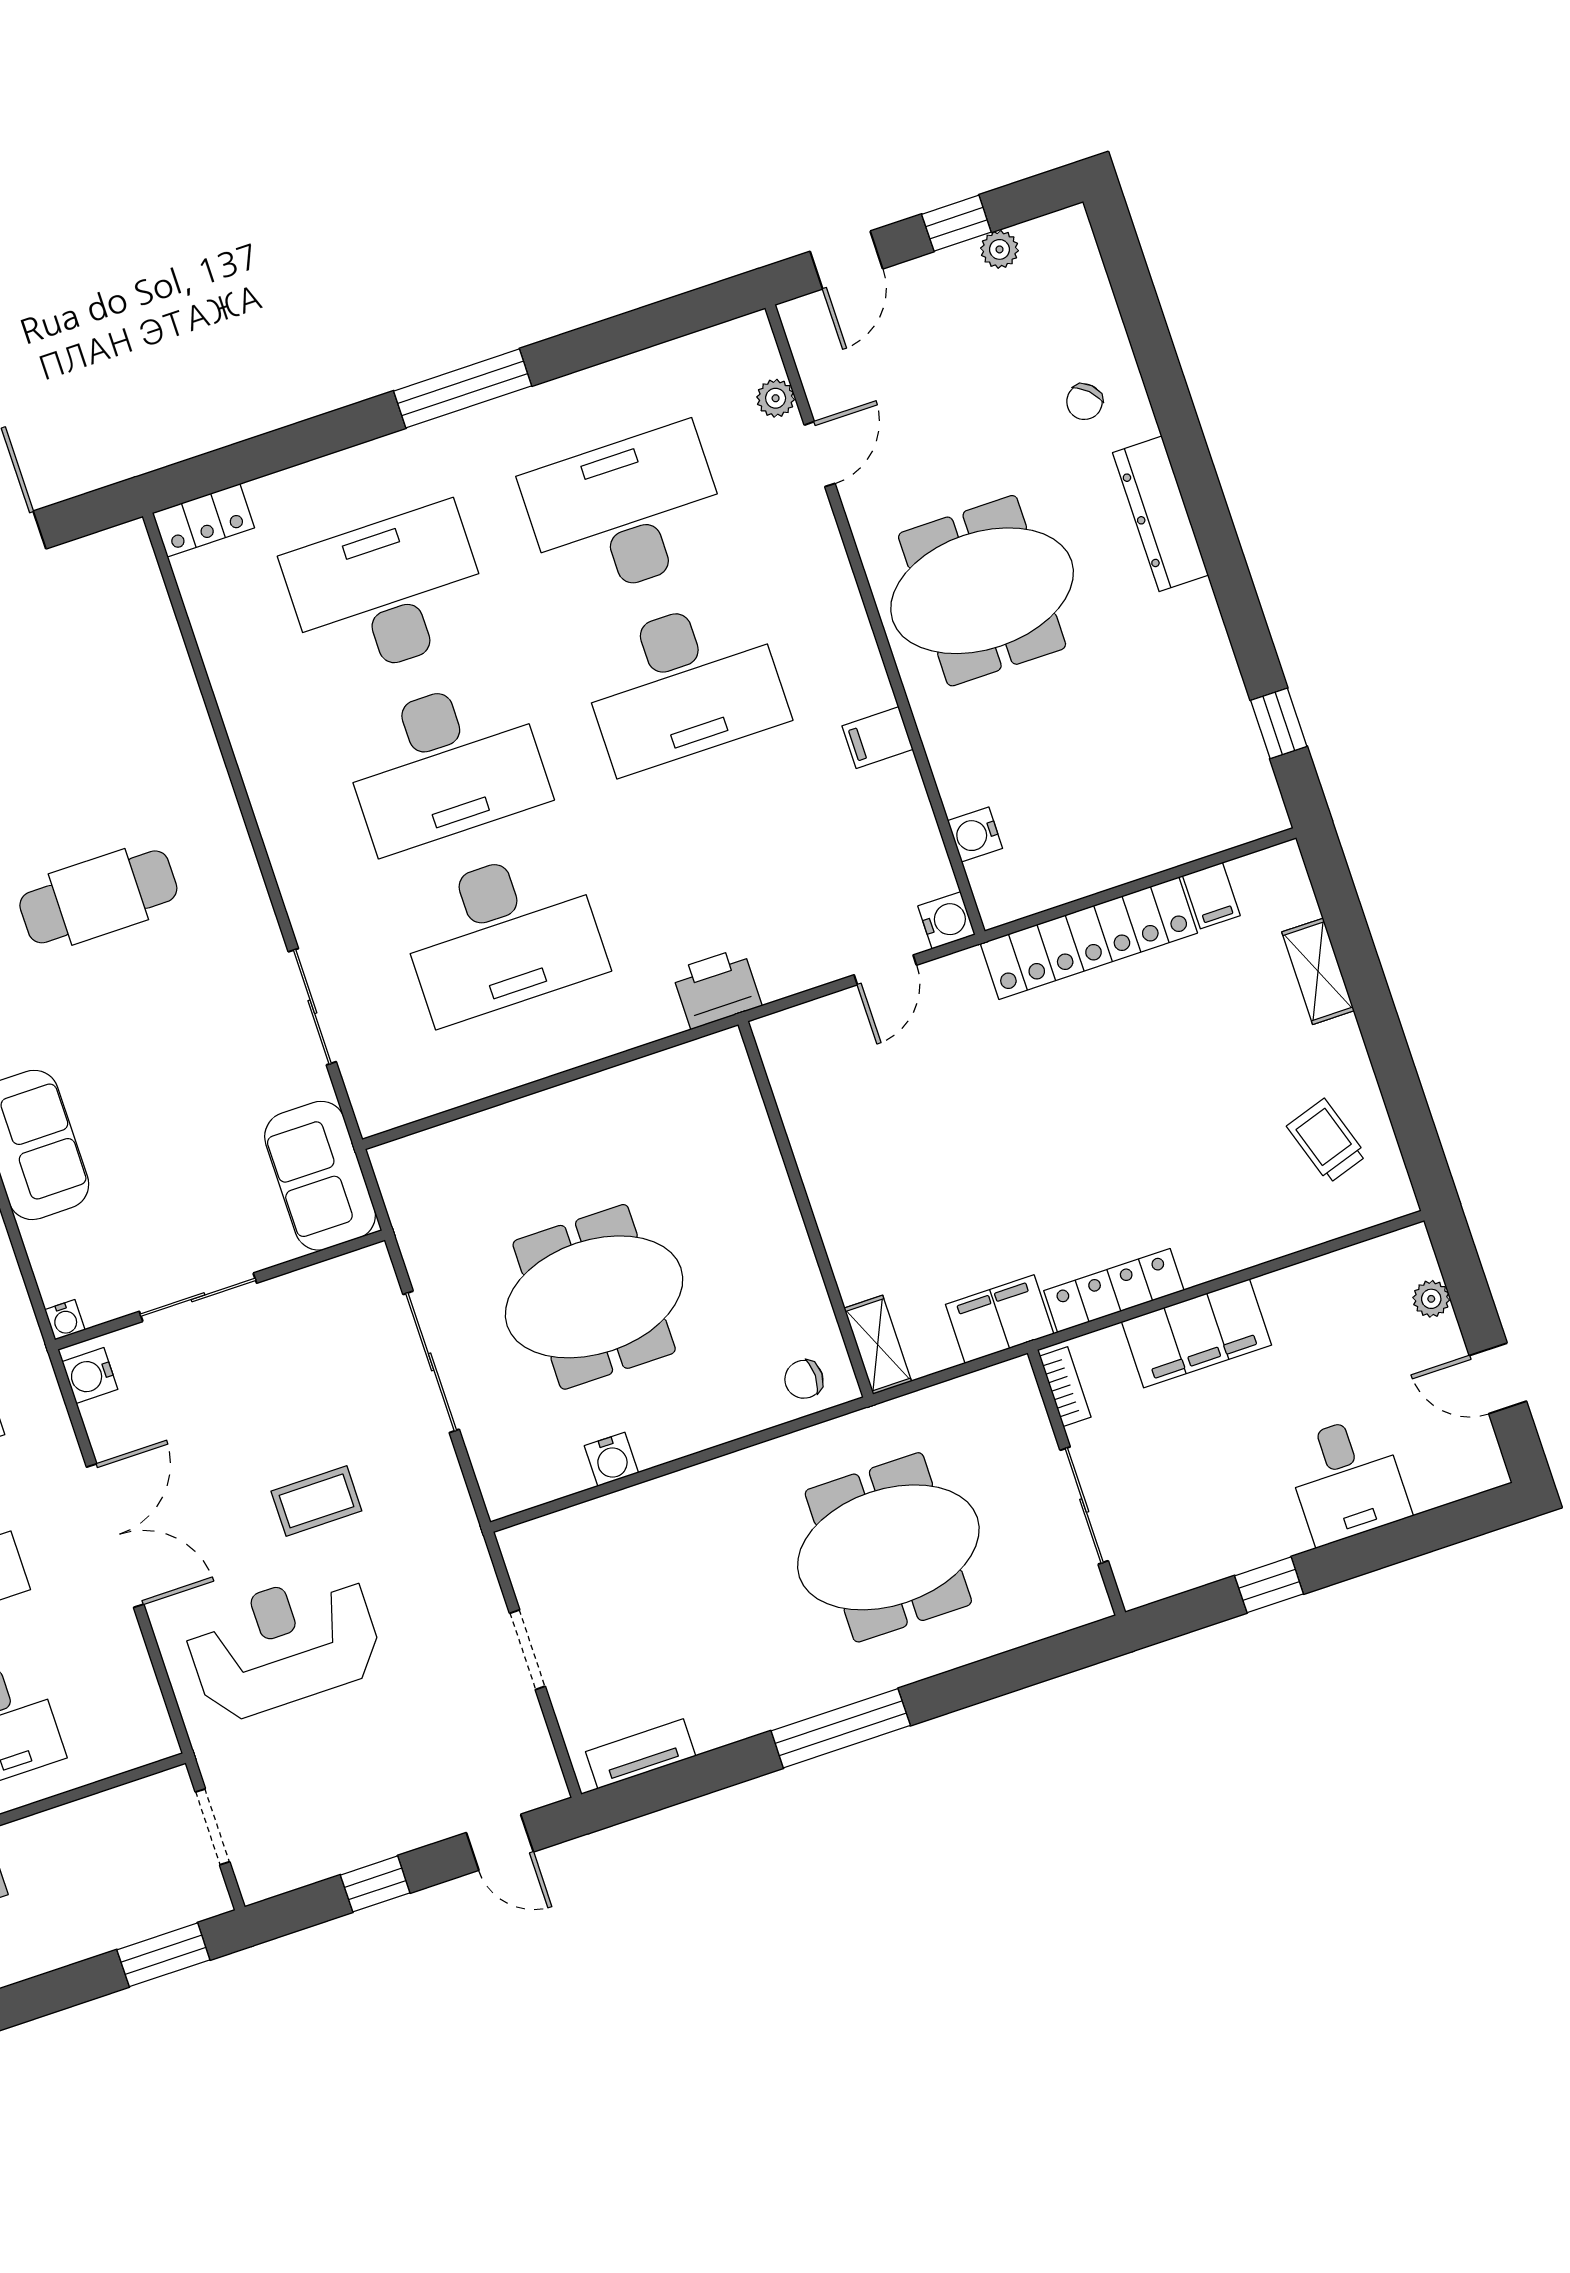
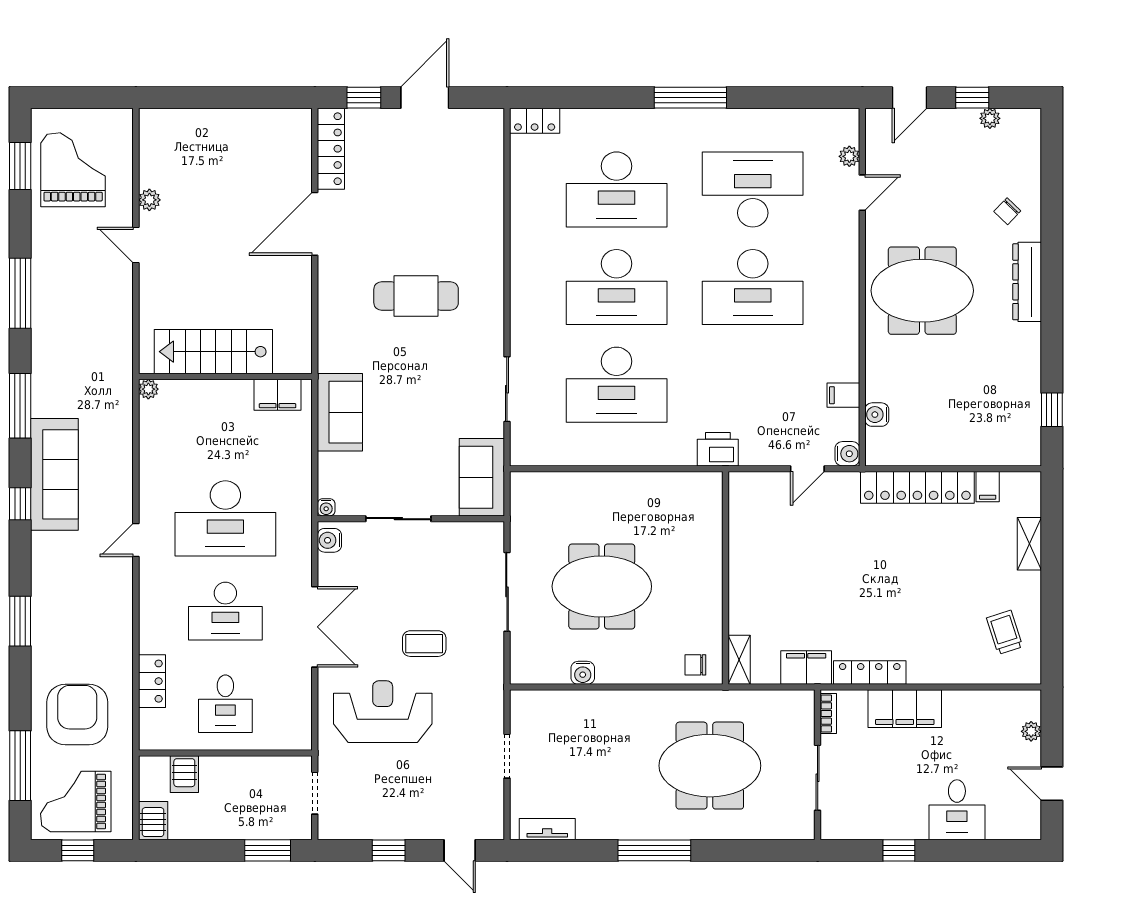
desk: (387, 593) -> (617, 189), turned 180
filing cabinet: (878, 738) -> (843, 395), moved

